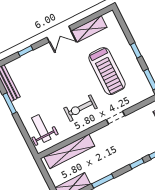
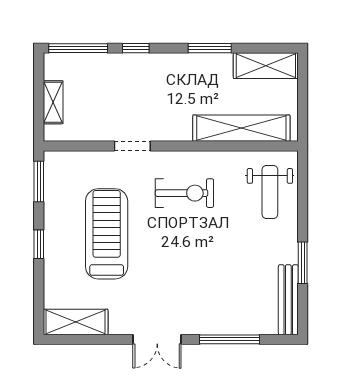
shelving: (89, 29) -> (76, 322), moved
double door: (59, 34) -> (157, 339), swing flipped
window: (26, 51) -> (229, 339), width x2.17

